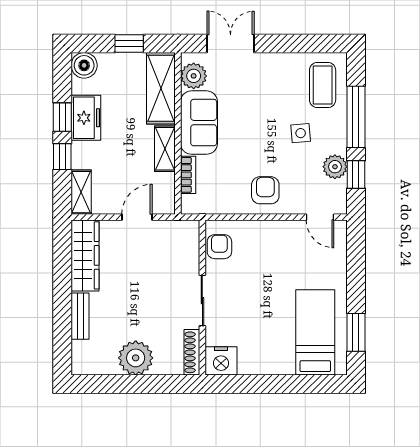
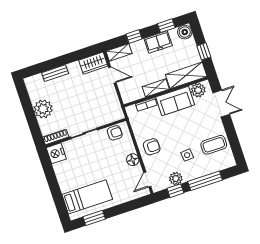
coffee table: (323, 85) -> (214, 145), moved
window: (62, 117) -> (166, 26), moved
door: (137, 217) -> (112, 75), moved
floor lamp: (277, 231) -> (133, 160), added
wardrobe: (85, 255) -> (93, 63), width x0.67

